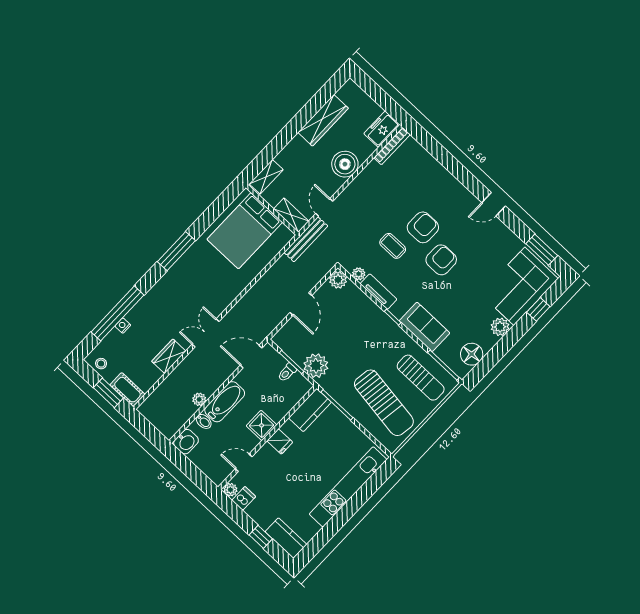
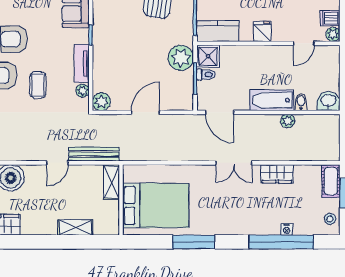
wall: (272, 210) -> (121, 200), moved
shelving: (291, 215) -> (111, 182), moved
bed: (245, 231) -> (156, 205), moved
shower: (262, 425) -> (208, 56), moved
door: (244, 463) -> (304, 43), hinge flipped

